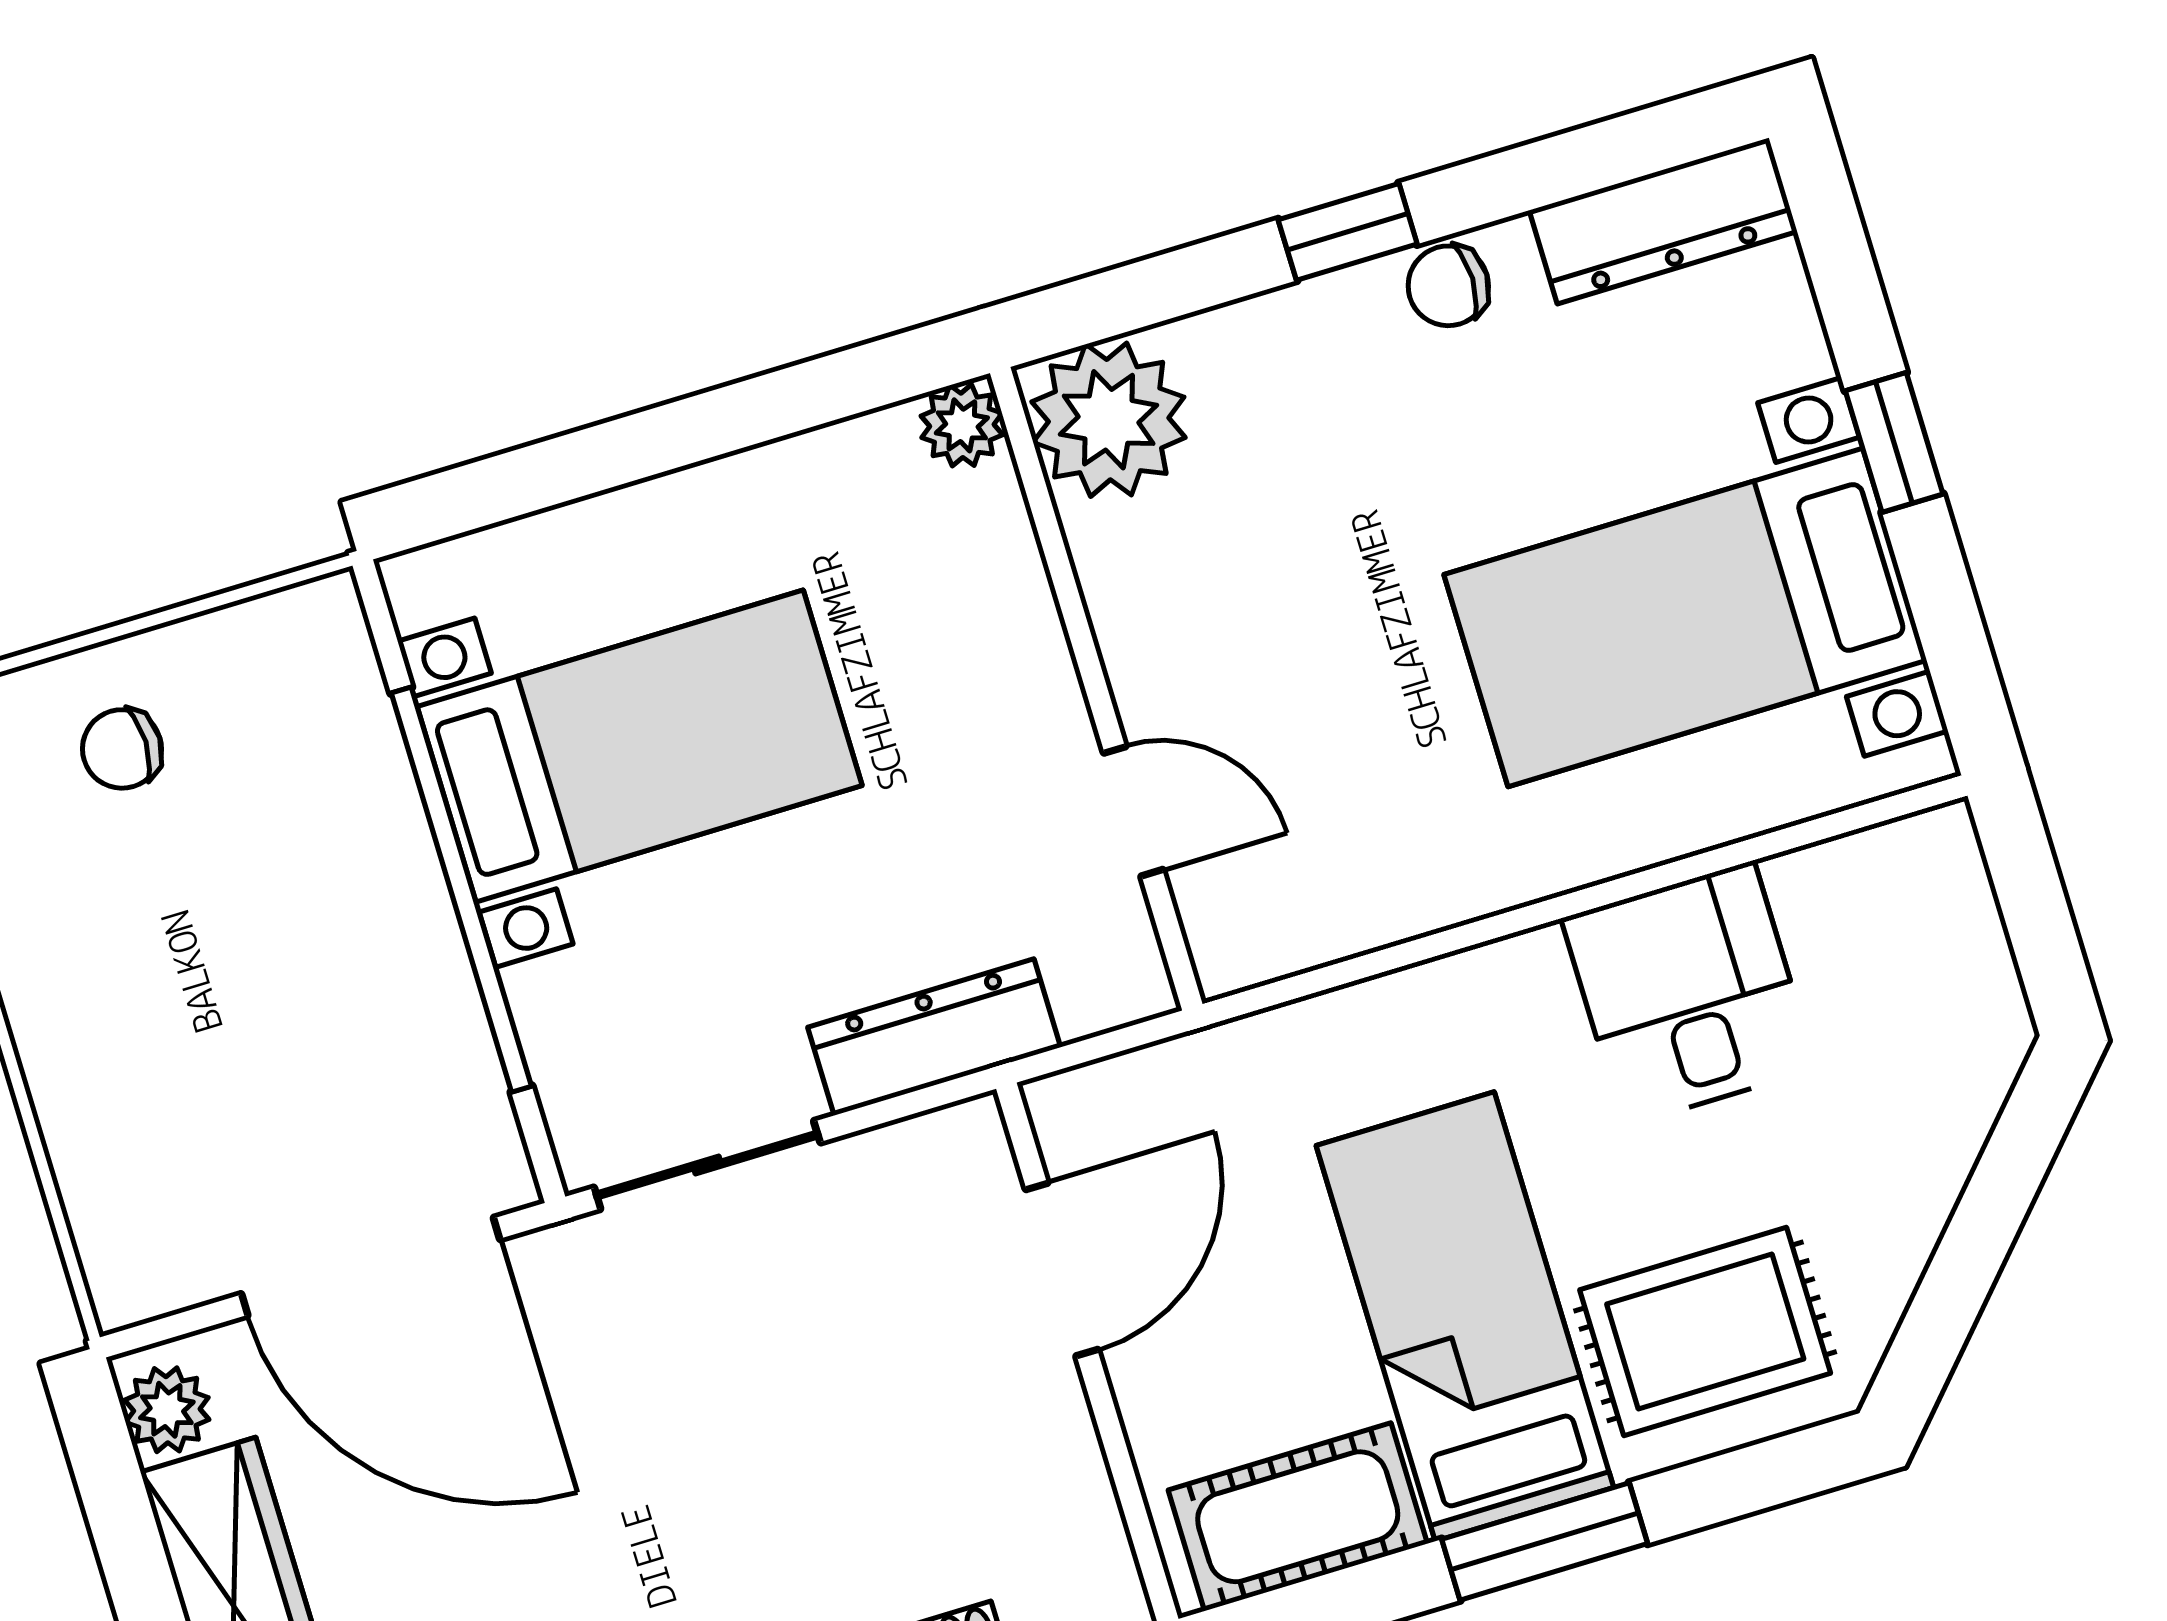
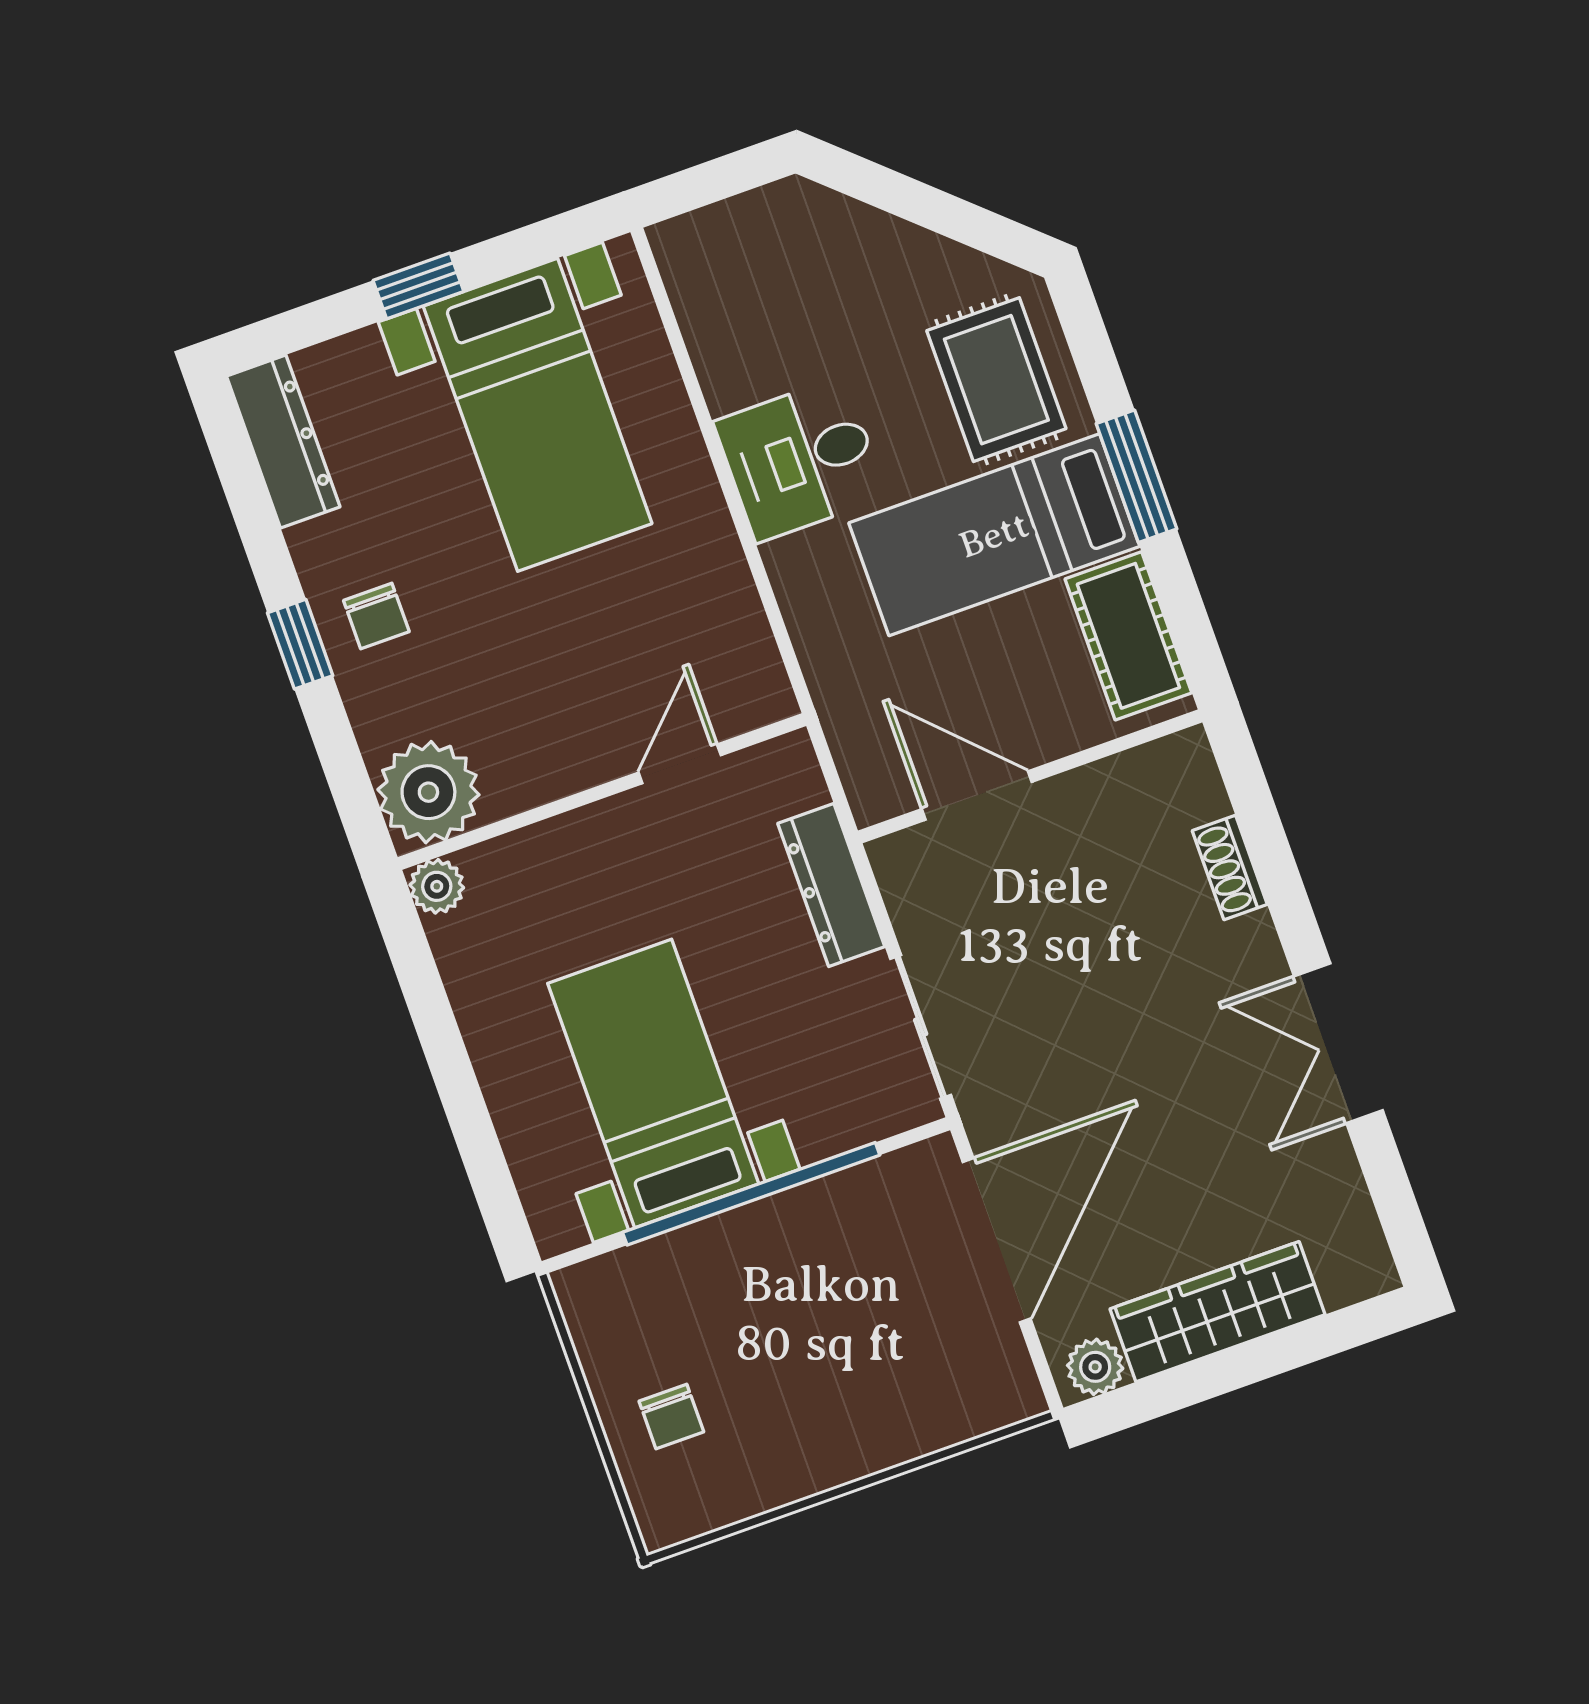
chair: (1448, 286) -> (376, 616), moved
desk: (1689, 993) -> (800, 459), moved

